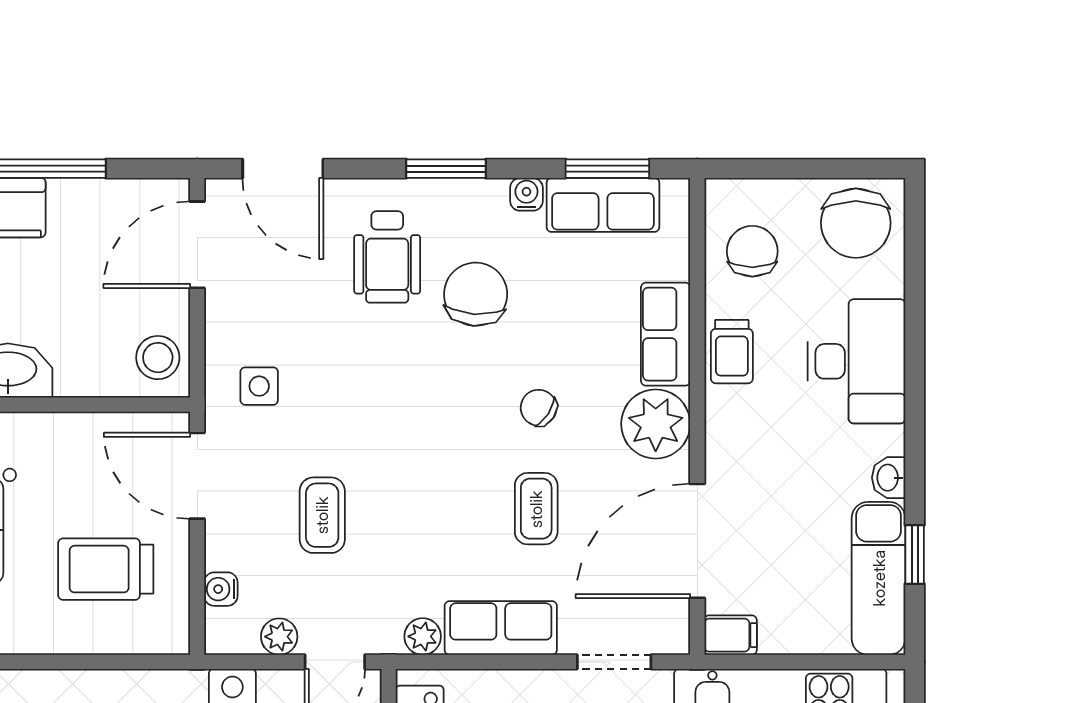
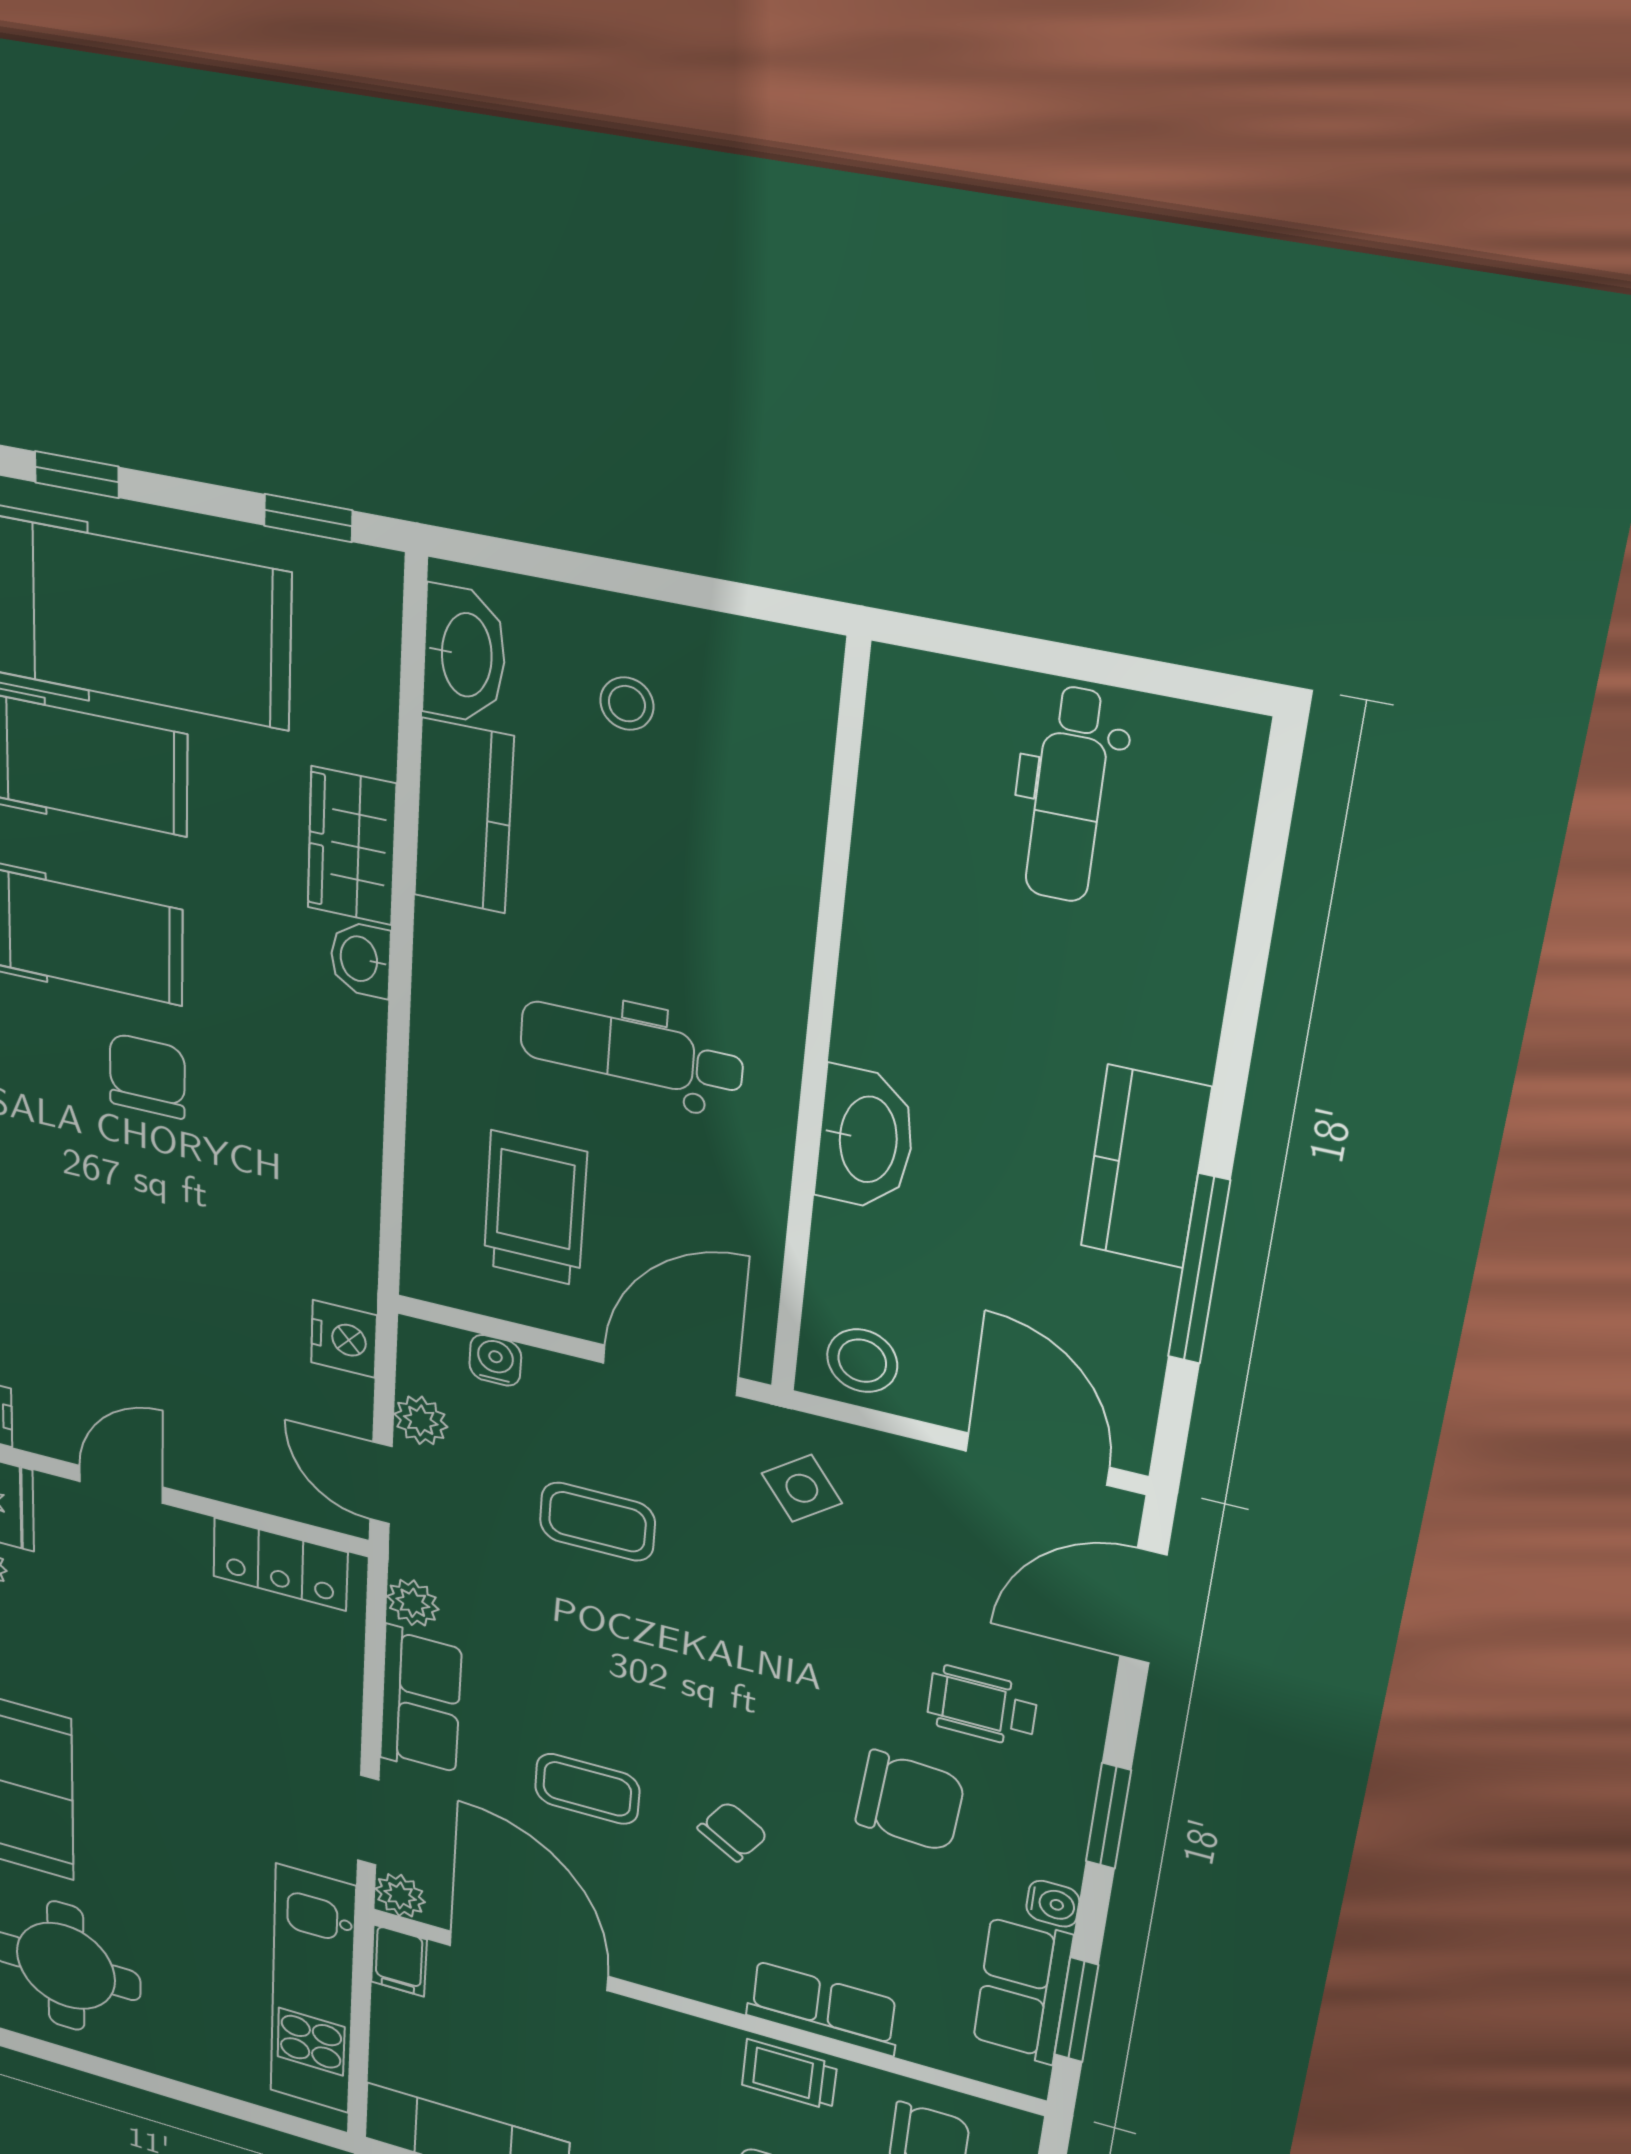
wheelchair: (387, 257) -> (982, 1706), width x0.73, depth x0.73
side table: (259, 386) -> (802, 1488), turned -37
plant: (656, 424) -> (400, 1895), moved, width x0.53, depth x0.53

